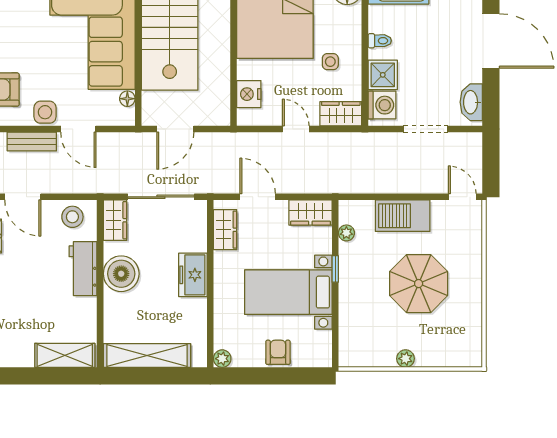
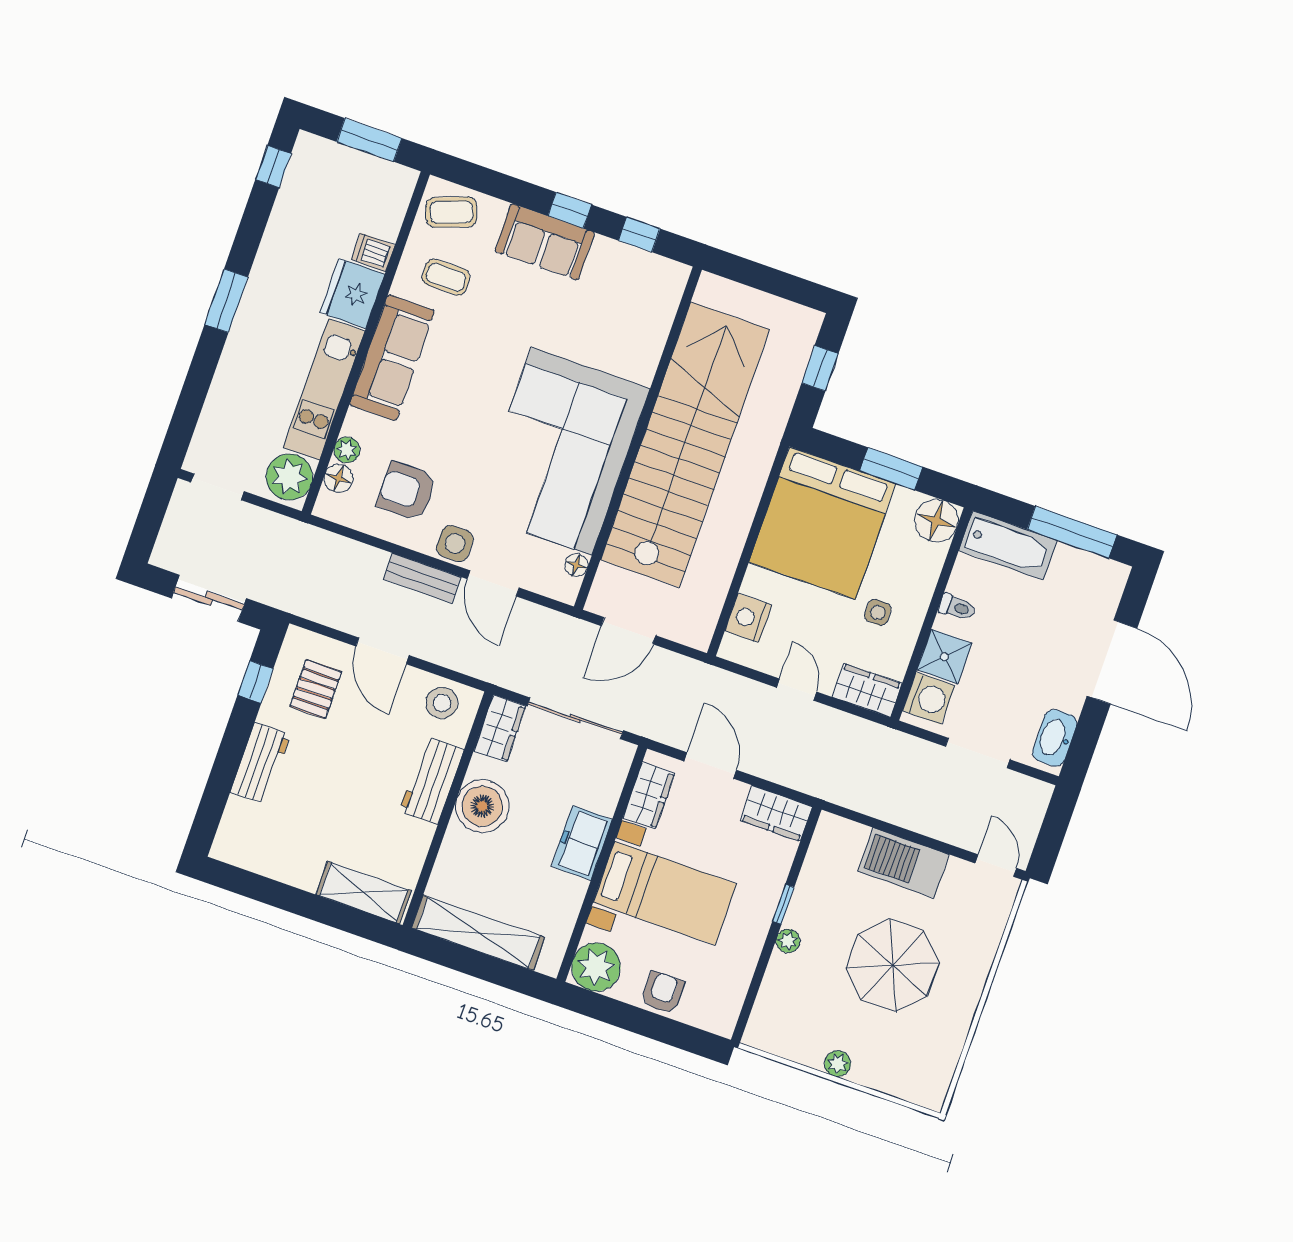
plant: (346, 233) -> (788, 941), moved
bed with nightstands: (288, 292) -> (665, 893), moved, turned 180
plant: (222, 359) -> (596, 967), width x1.88, depth x1.88

